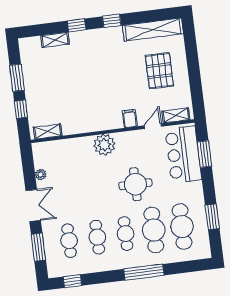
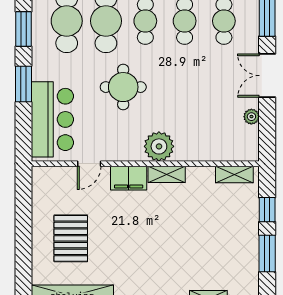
shelving: (176, 115) -> (167, 174), moved
filing cabinet: (130, 119) -> (129, 178), width x2.00
window: (204, 154) -> (23, 84), moved

